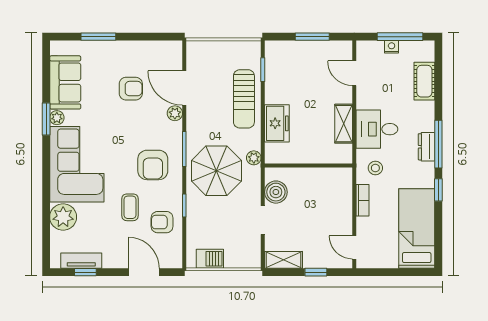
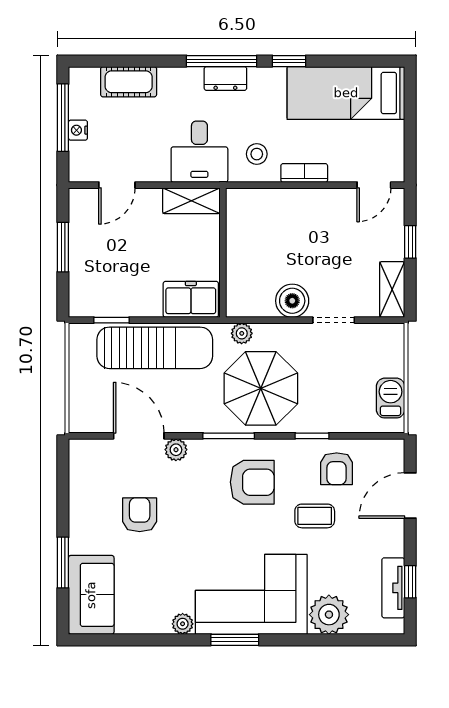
sofa: (65, 82) -> (91, 595), moved, turned 90
door: (184, 88) -> (139, 436), swing flipped
sun lounger: (244, 99) -> (155, 348), width x1.36, depth x1.34
window: (46, 119) -> (235, 640), moved
wall: (309, 166) -> (223, 253), moved

